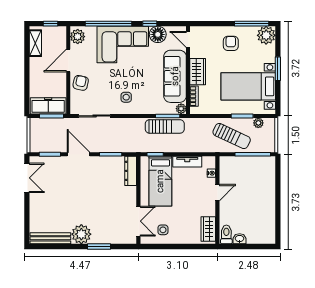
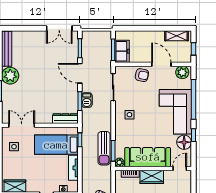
freezer: (48, 106) -> (122, 51), width x0.71
barbecue: (109, 146) -> (87, 100), added
door: (79, 154) -> (80, 73), swing flipped
double door: (138, 221) -> (22, 125), swing flipped

